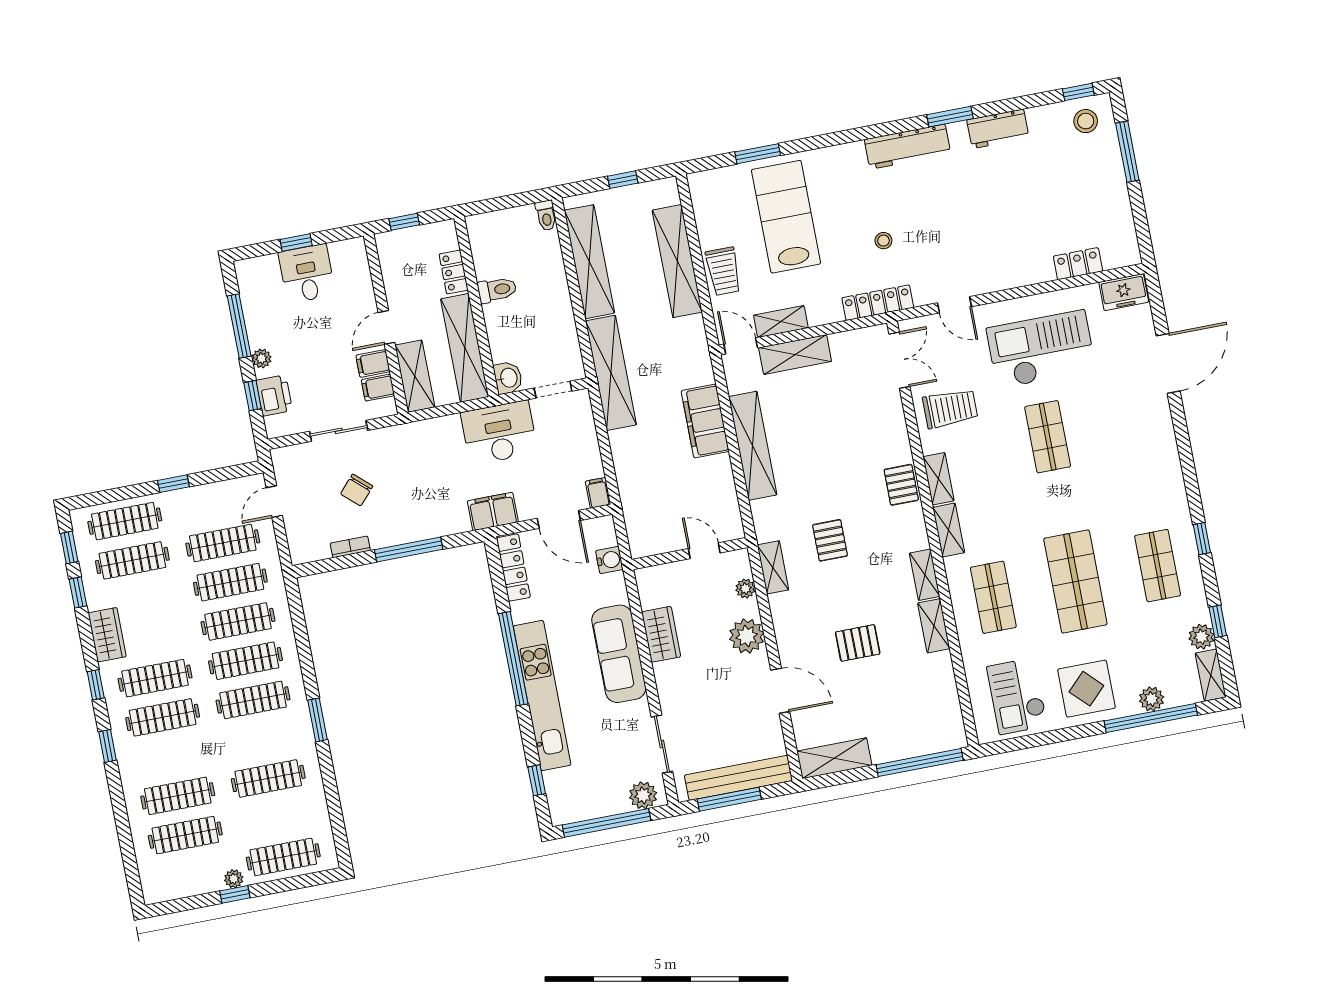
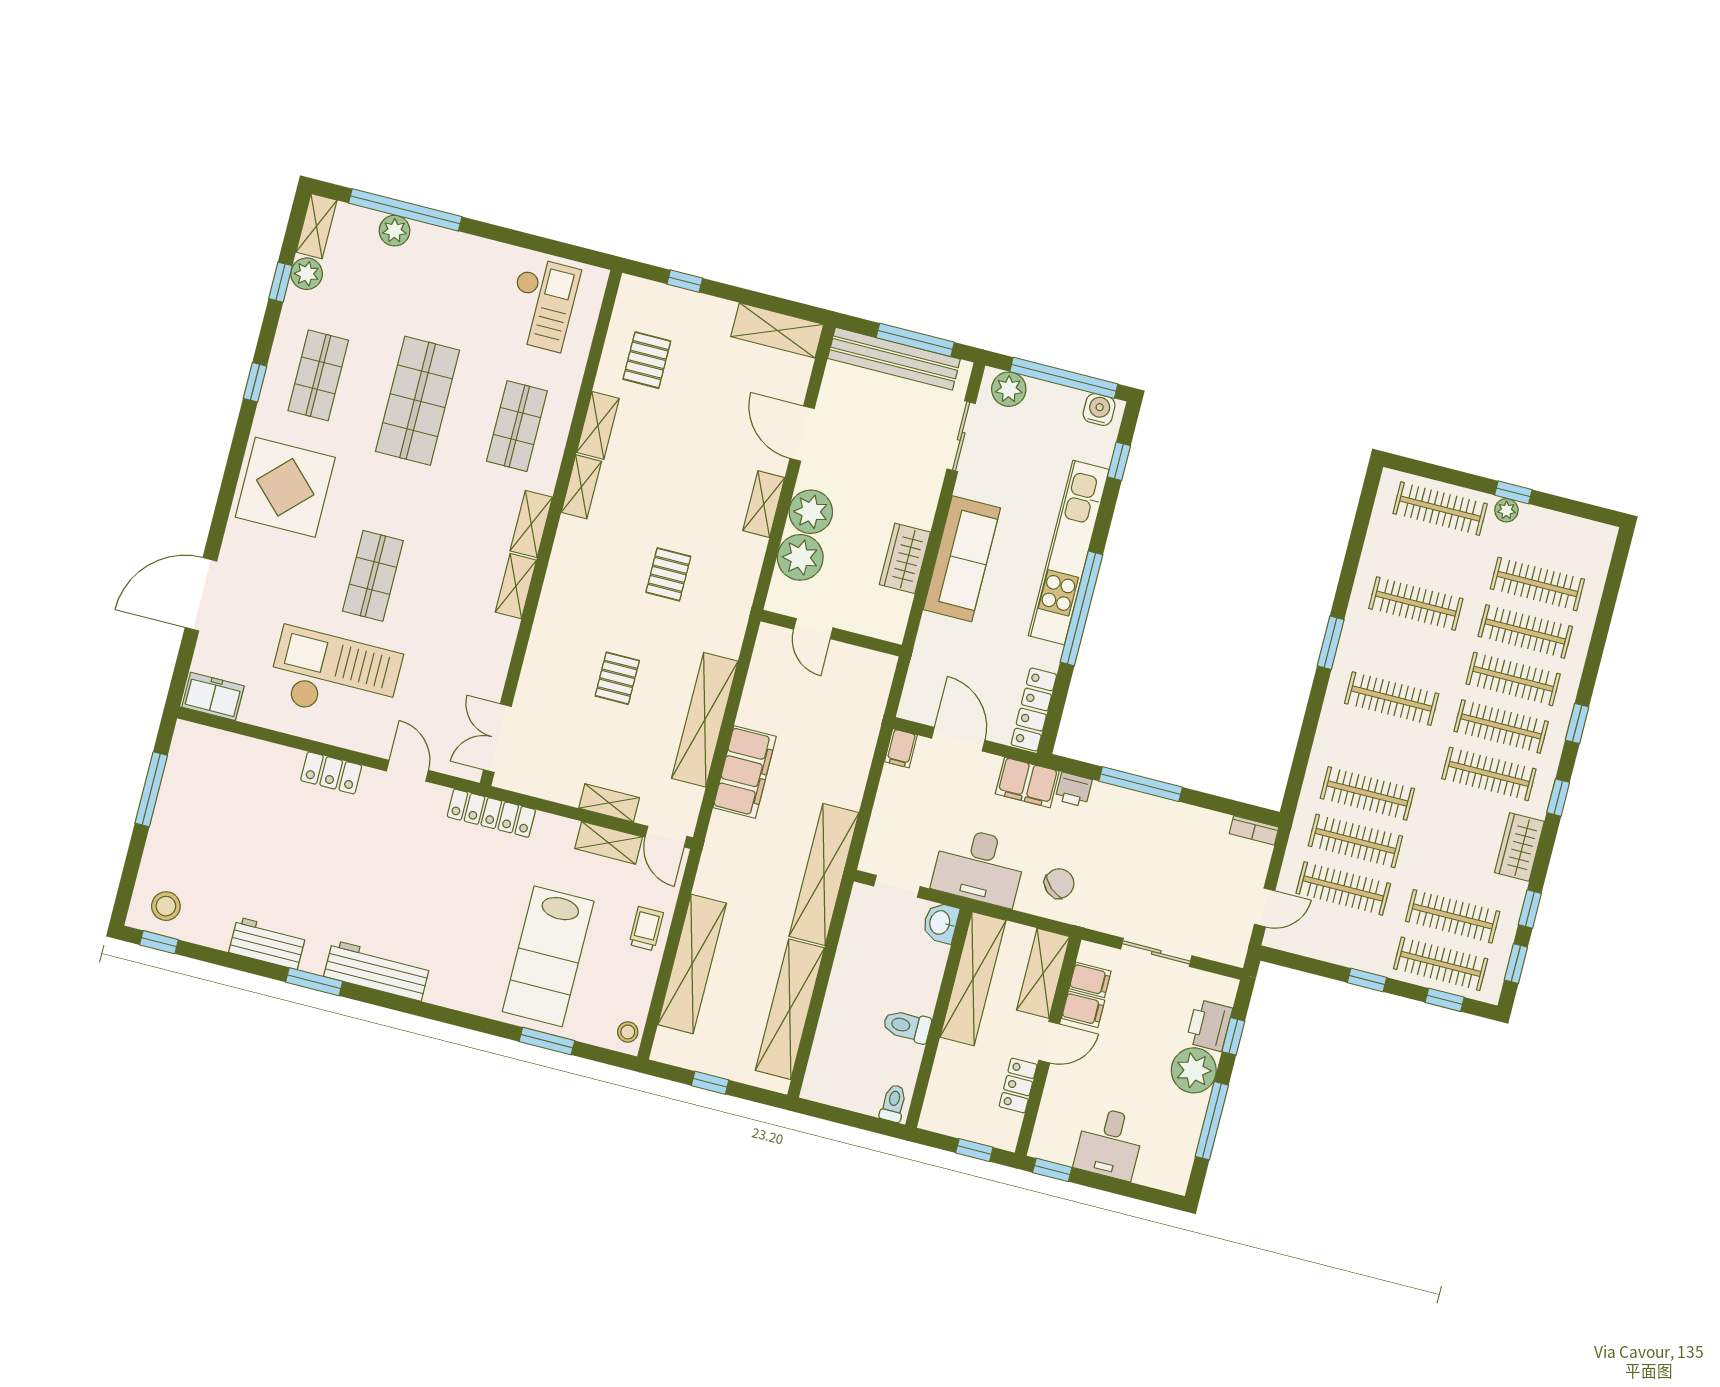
window: (1127, 152) -> (151, 789), moved
toilet: (546, 216) -> (893, 1103), moved
stool: (883, 241) -> (628, 1032), moved
window: (296, 243) -> (1052, 1170), moved
locker: (1078, 264) -> (331, 773), moved
trolley: (723, 271) -> (646, 929), width x0.73, depth x0.72
locker: (454, 272) -> (1018, 1086), moved, turned 180
checkout: (1041, 349) -> (335, 676), turned 180
shelving: (795, 355) -> (609, 803), width x0.67, depth x0.75
plant: (262, 358) -> (1194, 1070), width x1.87, depth x1.87
trolley: (950, 408) -> (466, 658), removed
pallet: (901, 485) -> (617, 678), moved
chair: (357, 490) -> (1059, 884), moved
window: (109, 496) -> (1445, 1000), added
printer: (456, 522) -> (1074, 790), added
bookcase: (350, 547) -> (1254, 830), moved
water cooler: (609, 560) -> (1099, 410), moved, turned 90
shelving: (773, 567) -> (764, 504), moved
plant: (745, 589) -> (800, 557), width x1.88, depth x1.88
pallet: (858, 643) -> (647, 360), moved, turned 90
clothes rail: (245, 661) -> (1513, 679), moved
display table: (1086, 689) -> (285, 487), moved, width x1.36, depth x1.36
window: (920, 763) -> (685, 281), width x0.32

